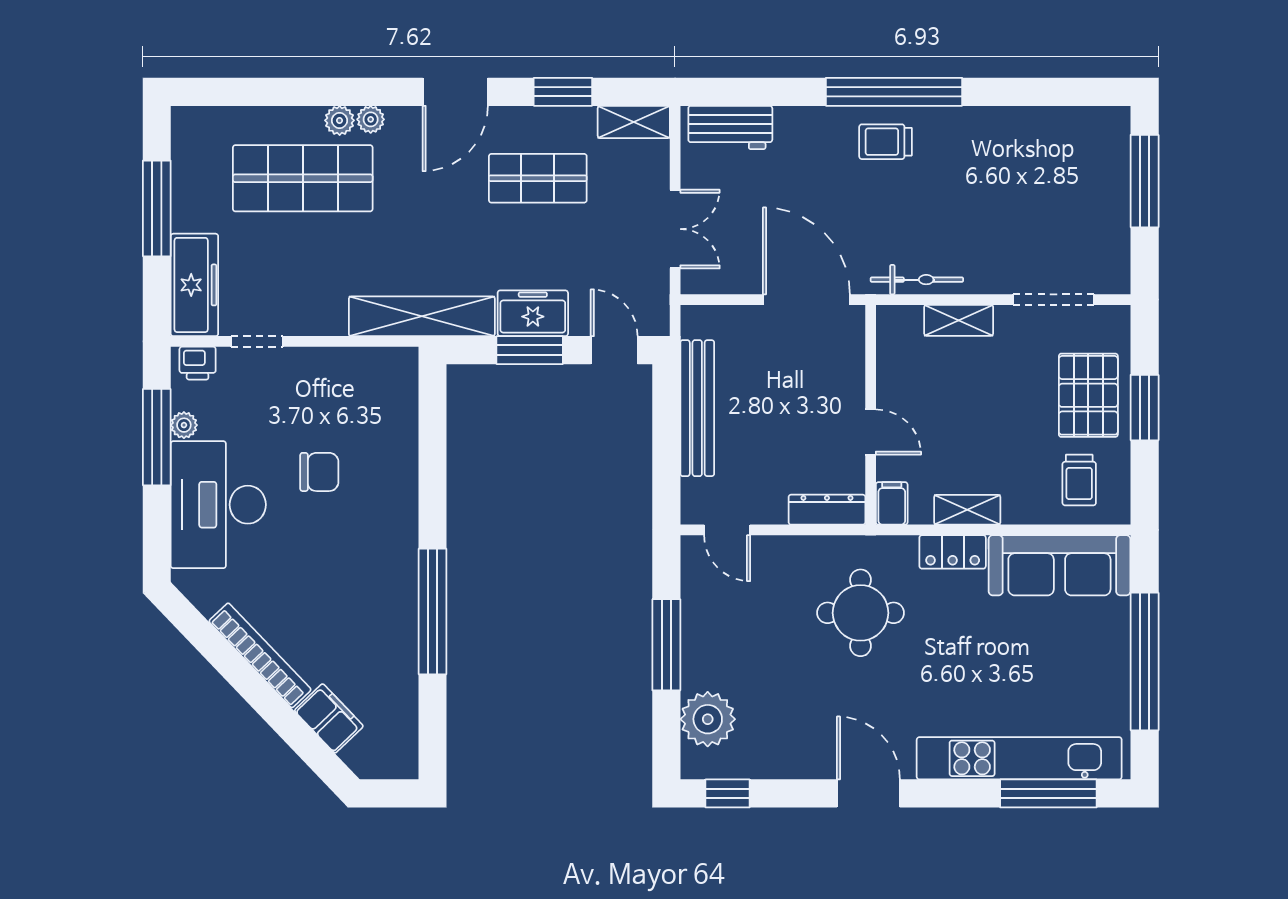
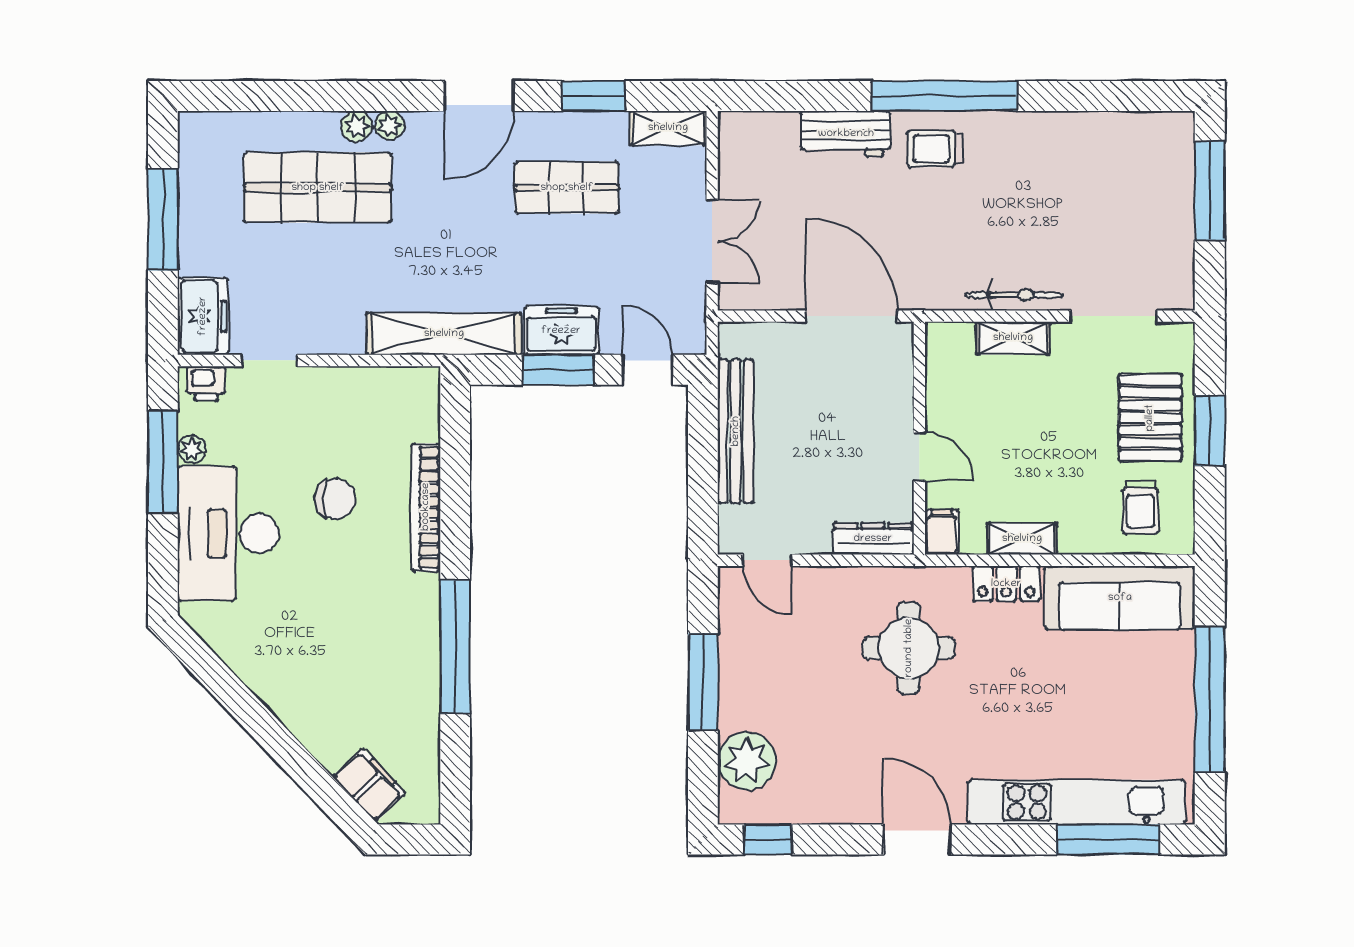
workbench: (730, 127) -> (846, 134), moved
bicycle: (917, 280) -> (1014, 295), moved
freezer: (194, 285) -> (203, 316), width x0.71
bookcase: (260, 655) -> (426, 507), moved, turned -136
filing cabinet: (329, 718) -> (369, 785), moved

